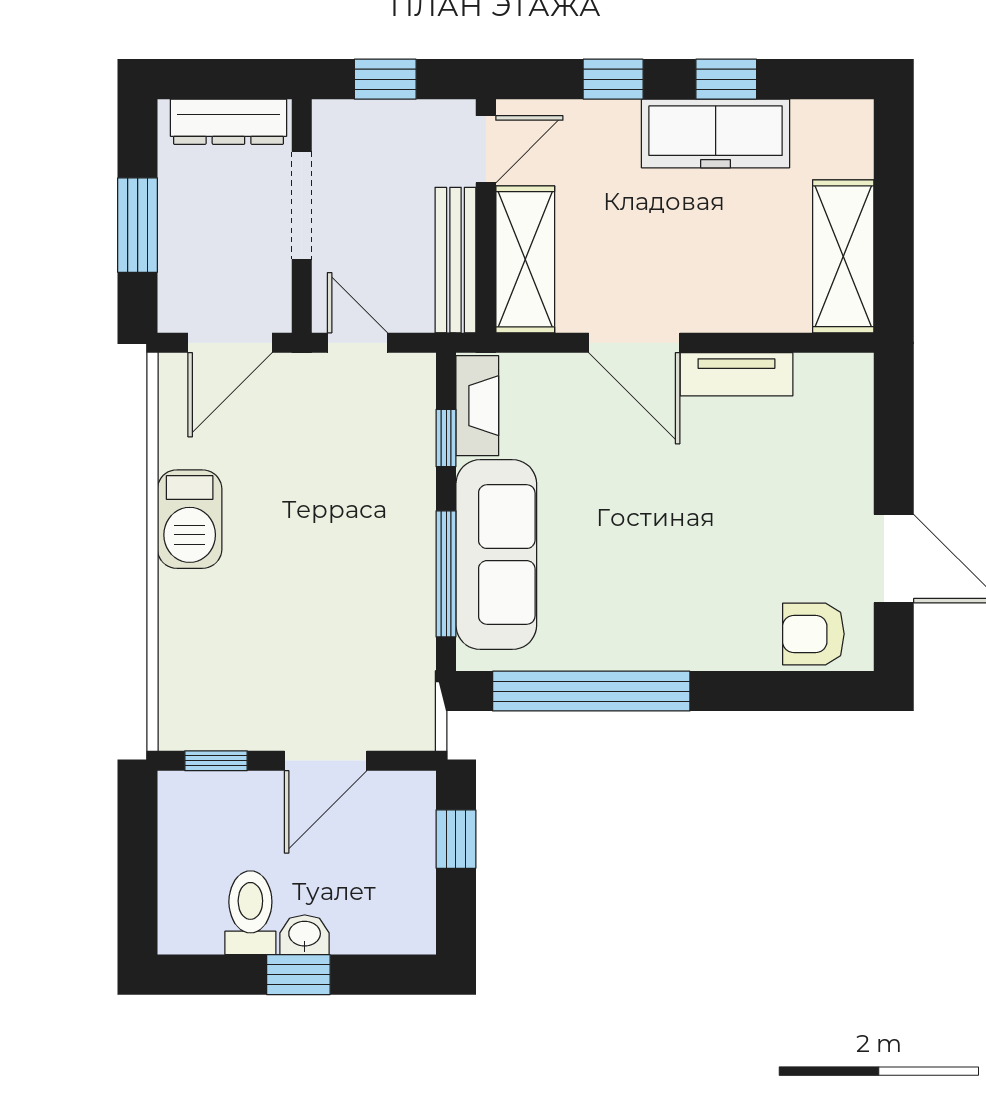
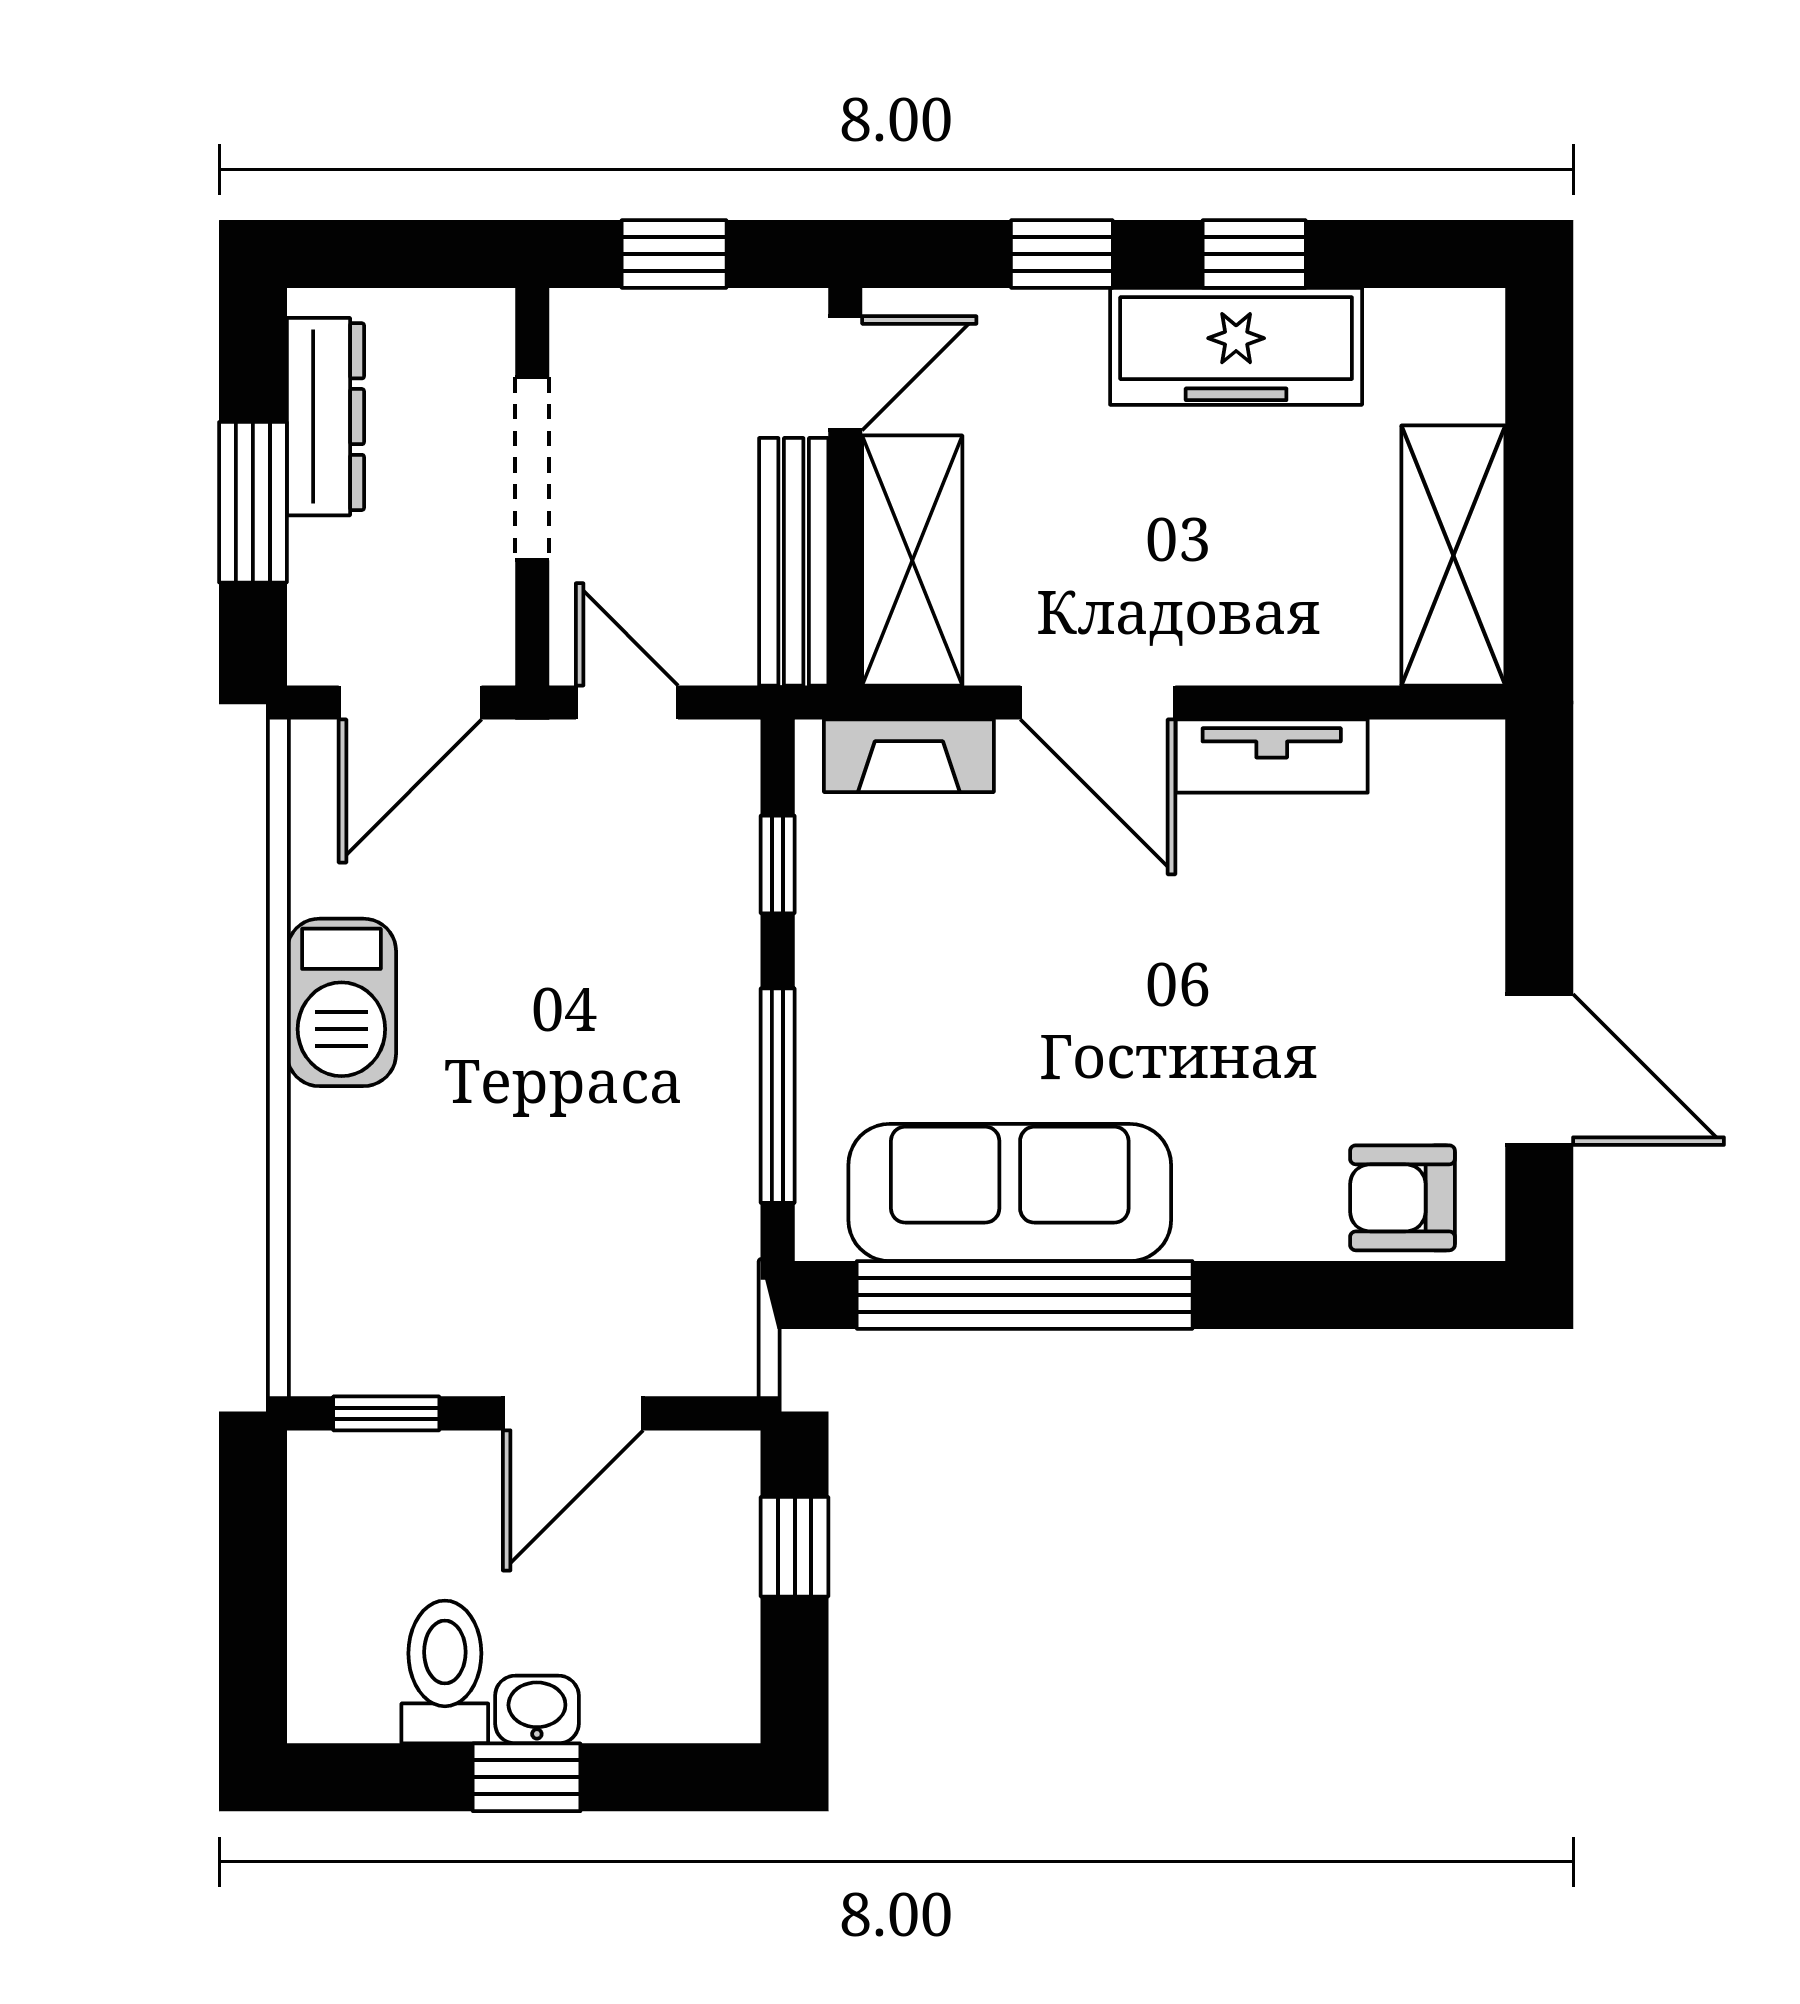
dresser: (228, 122) -> (325, 417), moved, turned -90
fireplace: (477, 406) -> (909, 756), moved, turned 90
sofa: (496, 555) -> (1010, 1192), moved, turned -90

